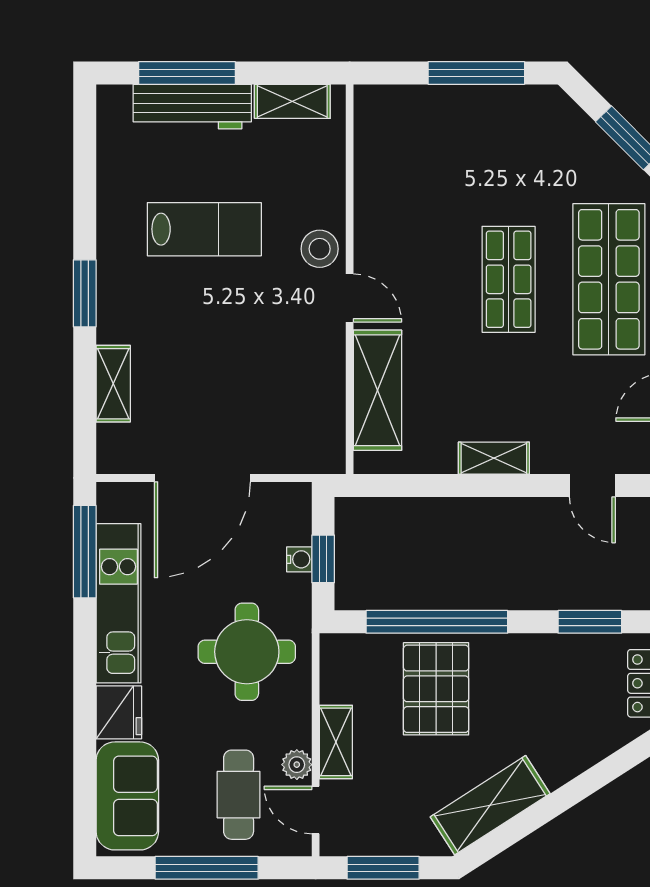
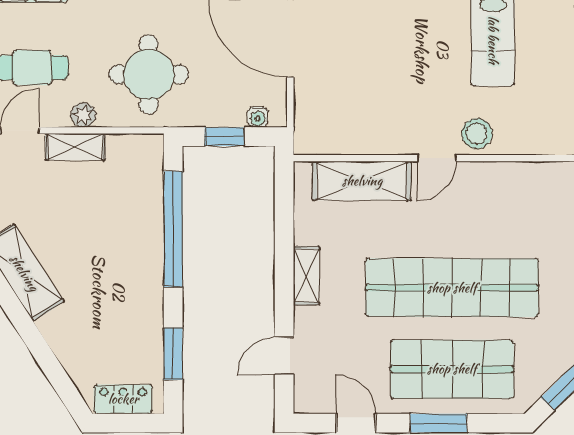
shop shelf: (509, 279) -> (452, 288), width x2.00, depth x1.36
water cooler: (299, 559) -> (258, 117), moved
pallet: (436, 689) -> (118, 229), removed
plant: (297, 765) -> (83, 115), moved

